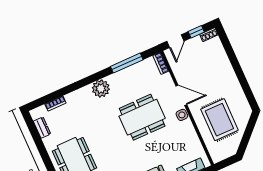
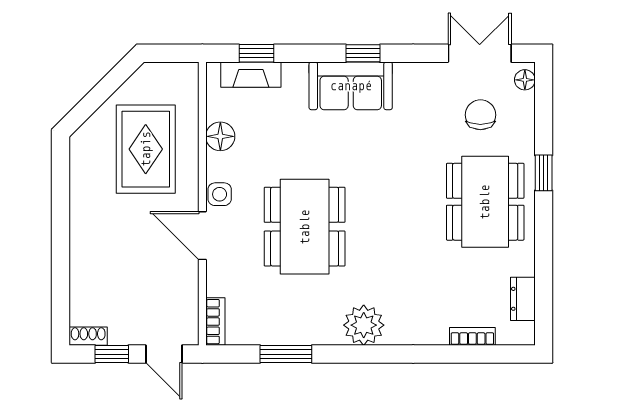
door: (175, 41) -> (164, 354), swing flipped
window: (127, 63) -> (286, 354), width x0.69
dining table: (142, 117) -> (305, 227), turned 90
floor lamp: (192, 138) -> (220, 136), added

